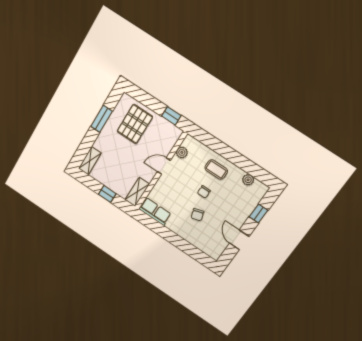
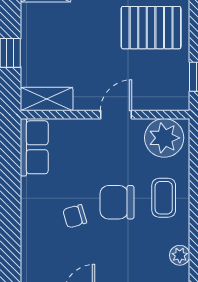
plant: (182, 152) -> (164, 138), width x1.88, depth x1.88
door: (164, 166) -> (116, 115), hinge flipped
chair: (204, 192) -> (117, 202), width x1.87, depth x1.87

